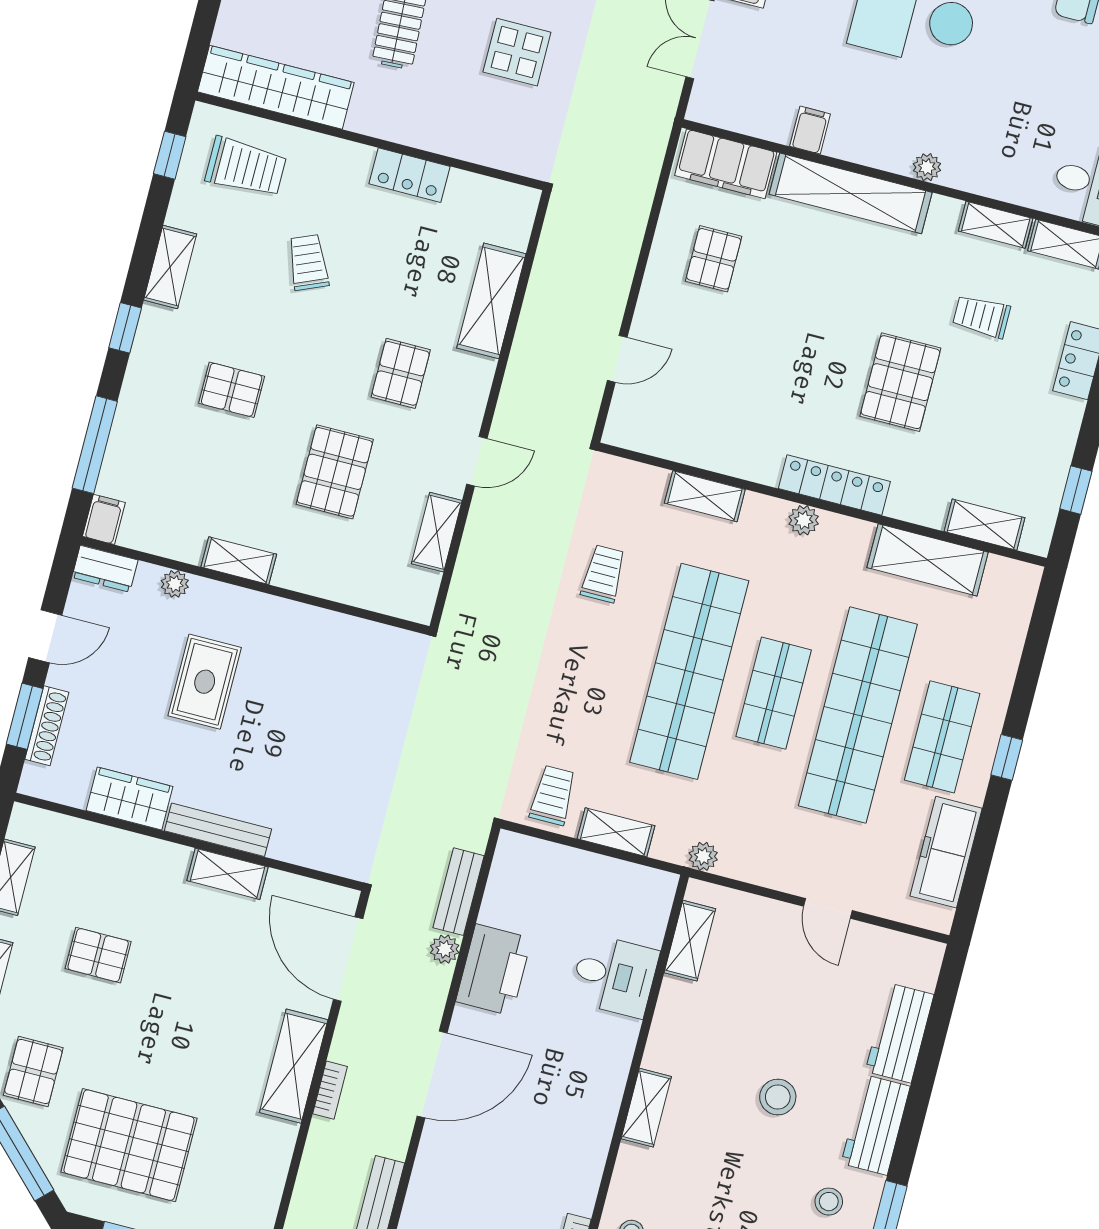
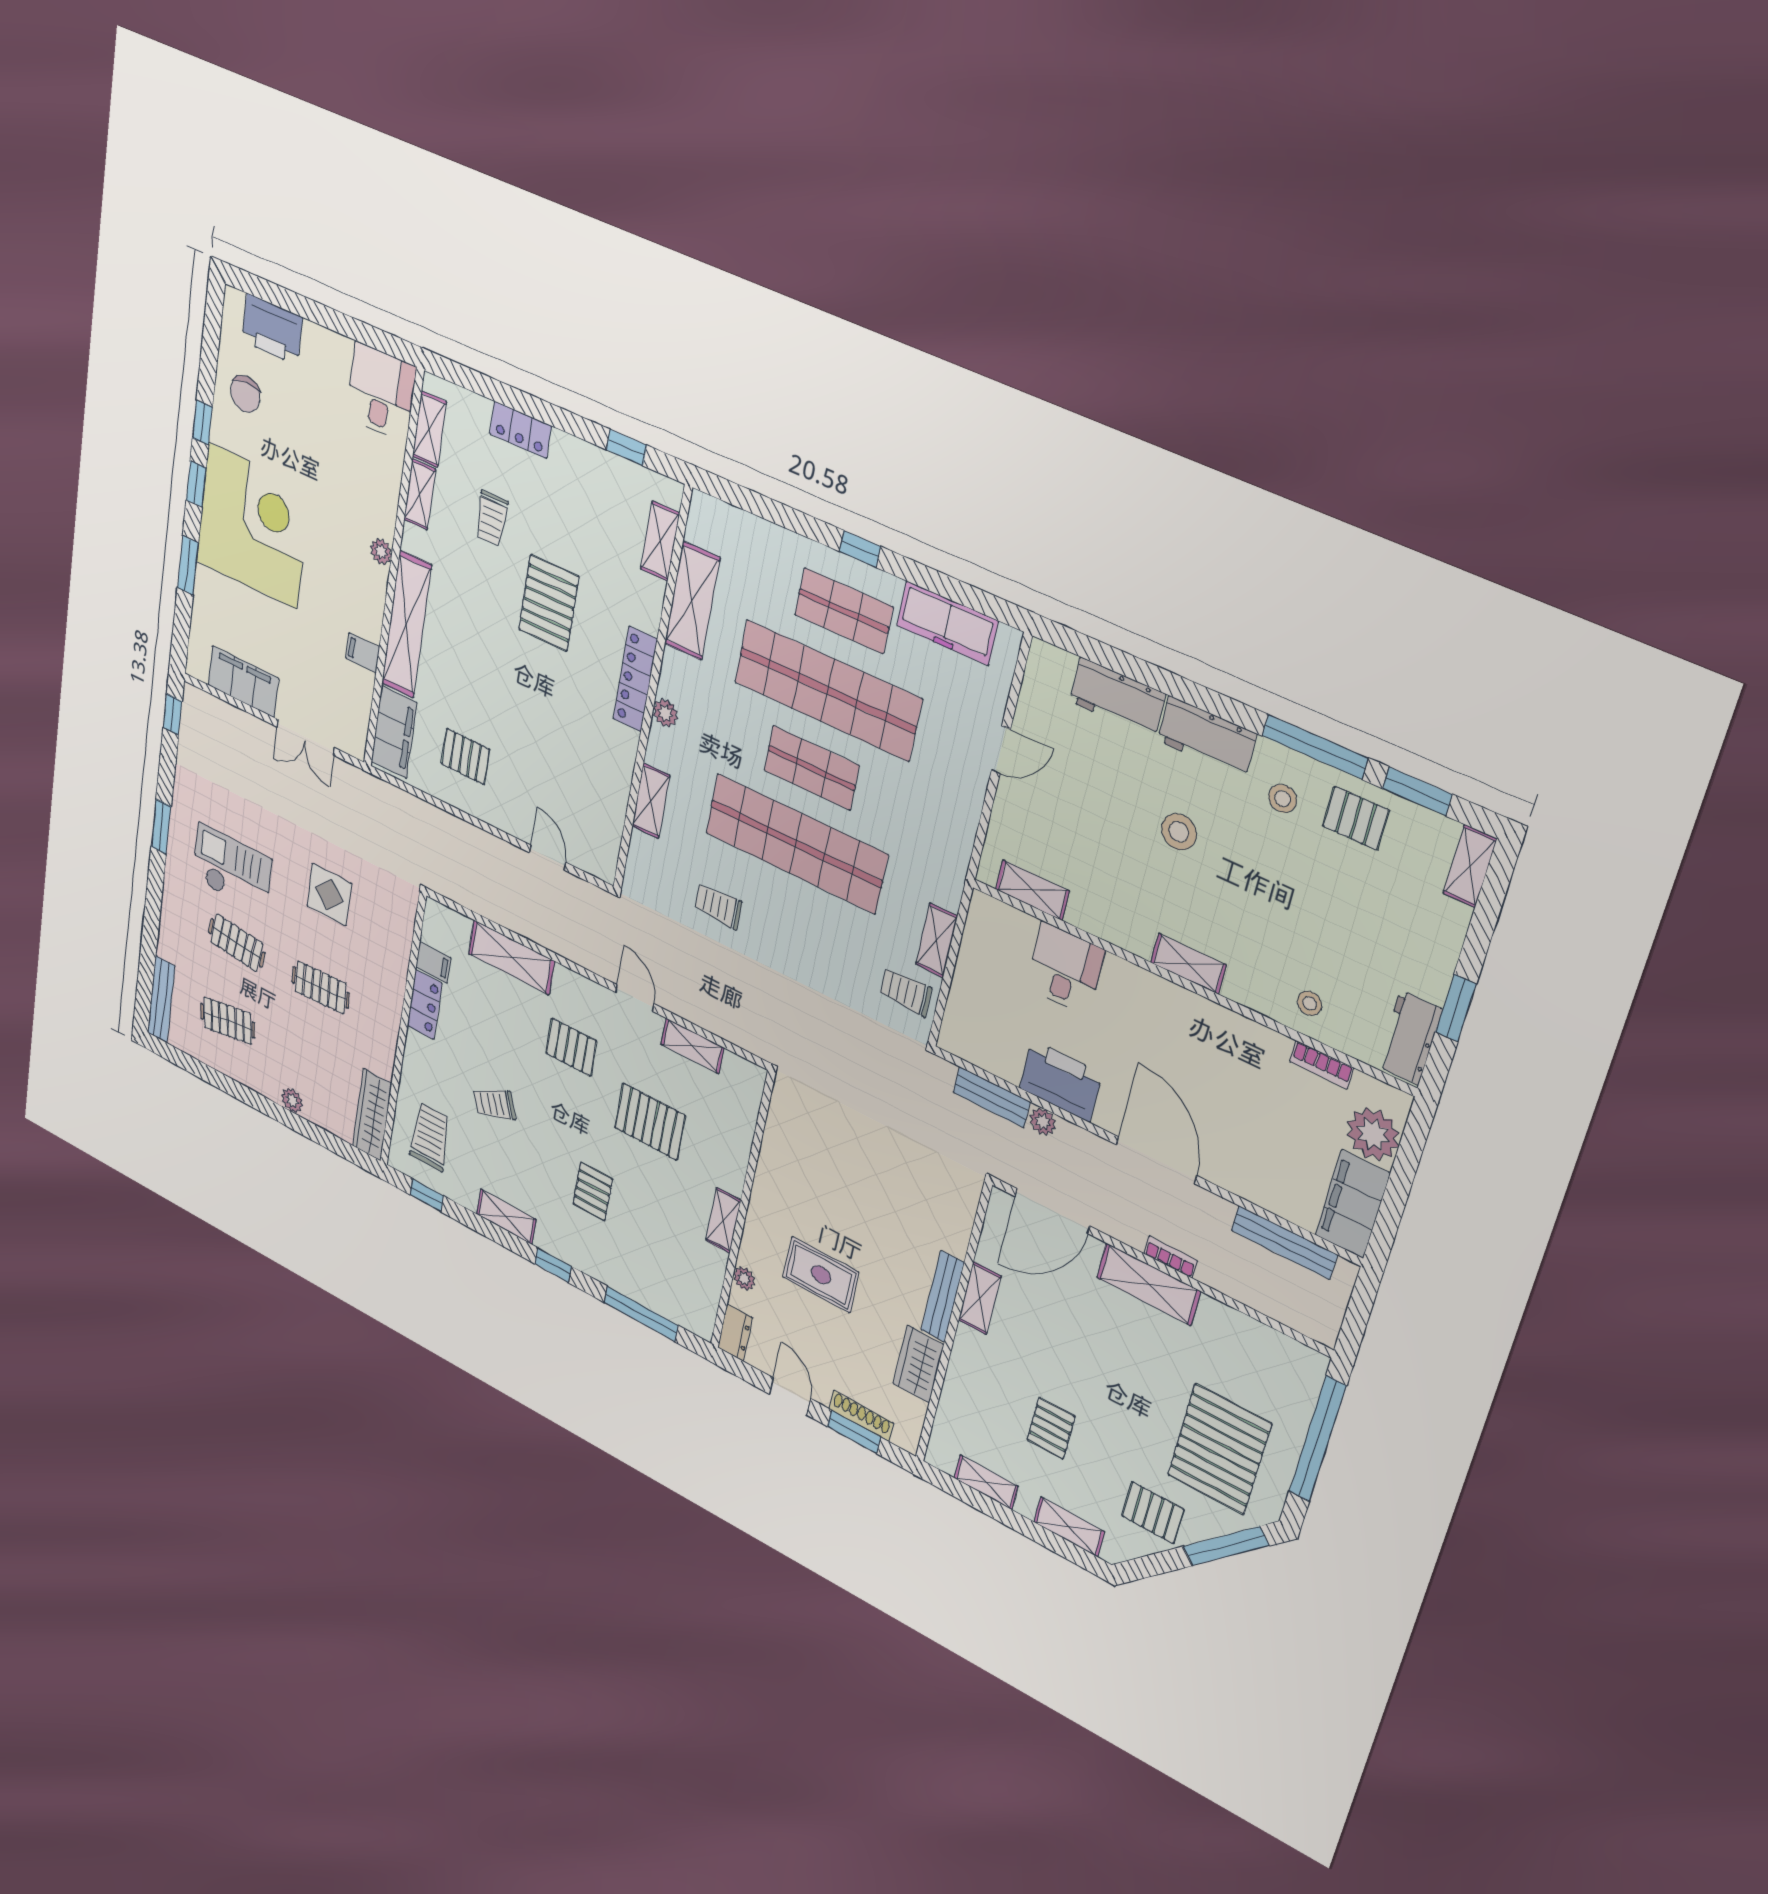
wardrobe: (276, 87) -> (372, 1115), width x0.71, depth x0.85
pallet: (900, 382) -> (549, 603), turned 90
filing cabinet: (104, 519) -> (433, 963), moved, turned 180
plant: (703, 856) -> (956, 862), removed

